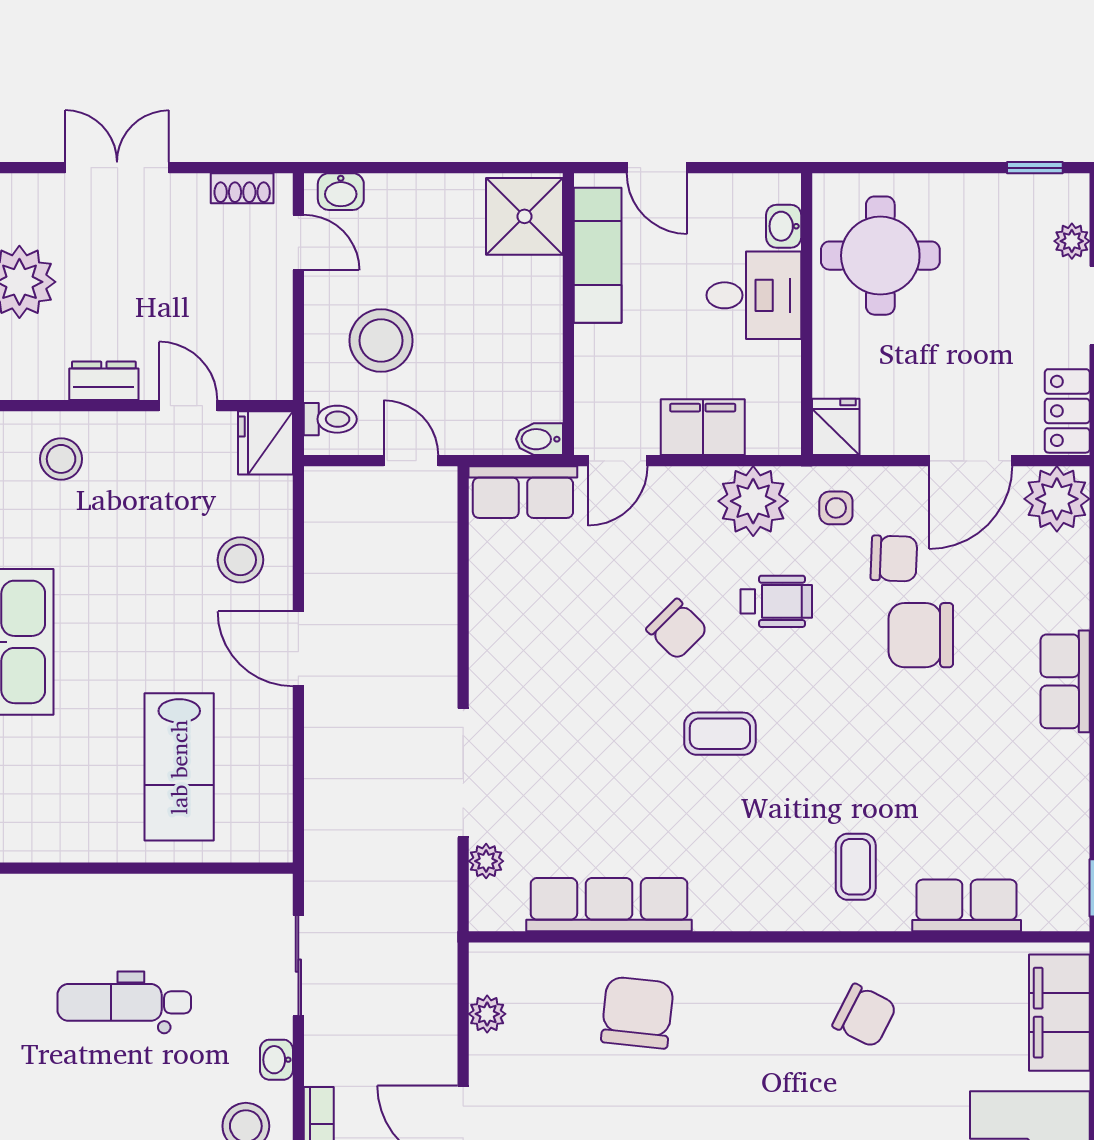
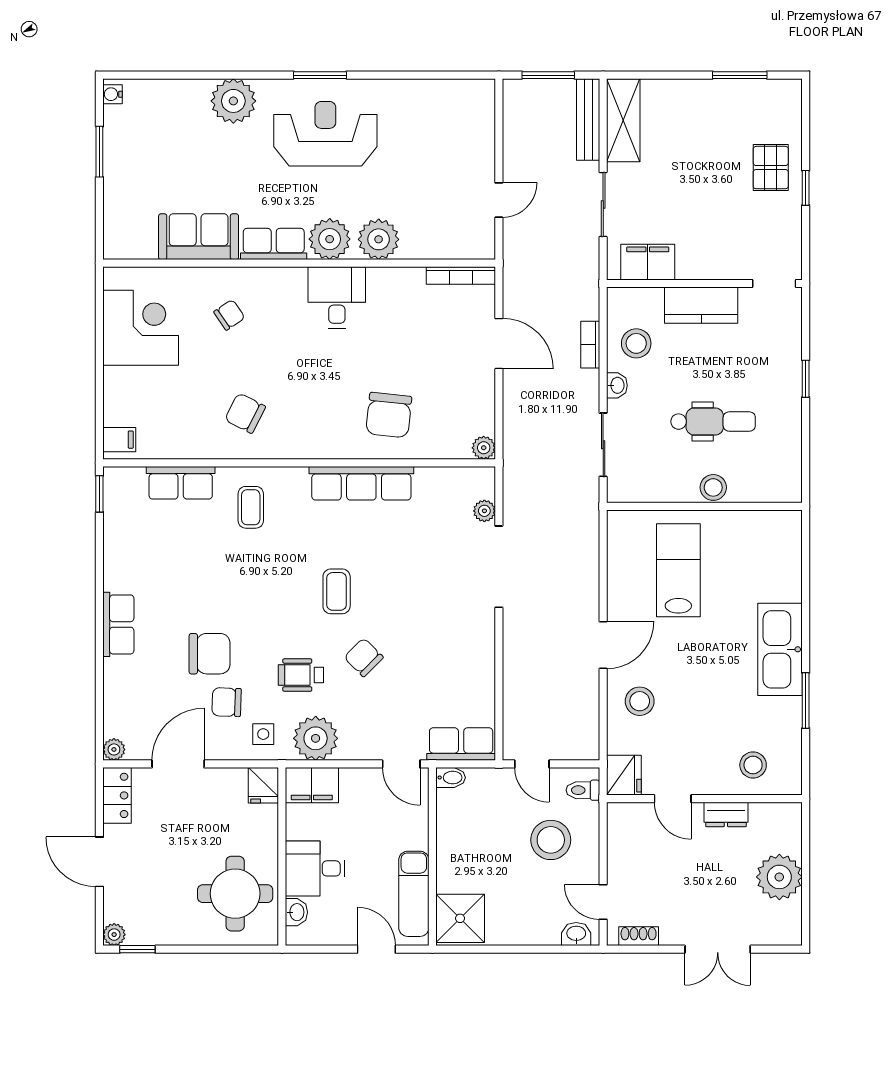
plant: (1072, 241) -> (114, 935), moved
filing cabinet: (703, 427) -> (312, 785), moved
door: (618, 461) -> (401, 764), swing flipped
plant: (1057, 499) -> (114, 749), width x0.53, depth x0.53
door: (298, 649) -> (603, 645), hinge flipped
coffee table: (720, 734) -> (337, 591), turned 90
stool: (124, 898) -> (713, 487), added
row of seats: (609, 905) -> (361, 483), moved
filing cabinet: (1059, 1013) -> (119, 440), width x0.33, depth x0.86
plant: (487, 1014) -> (484, 448), moved

